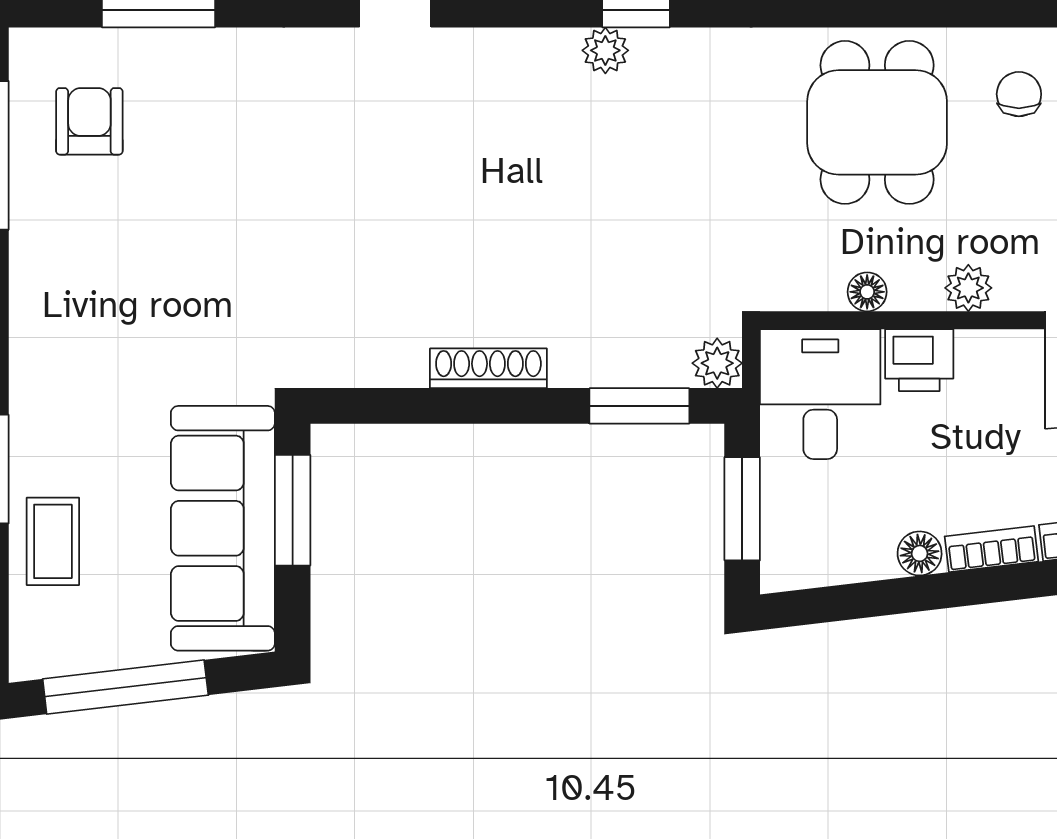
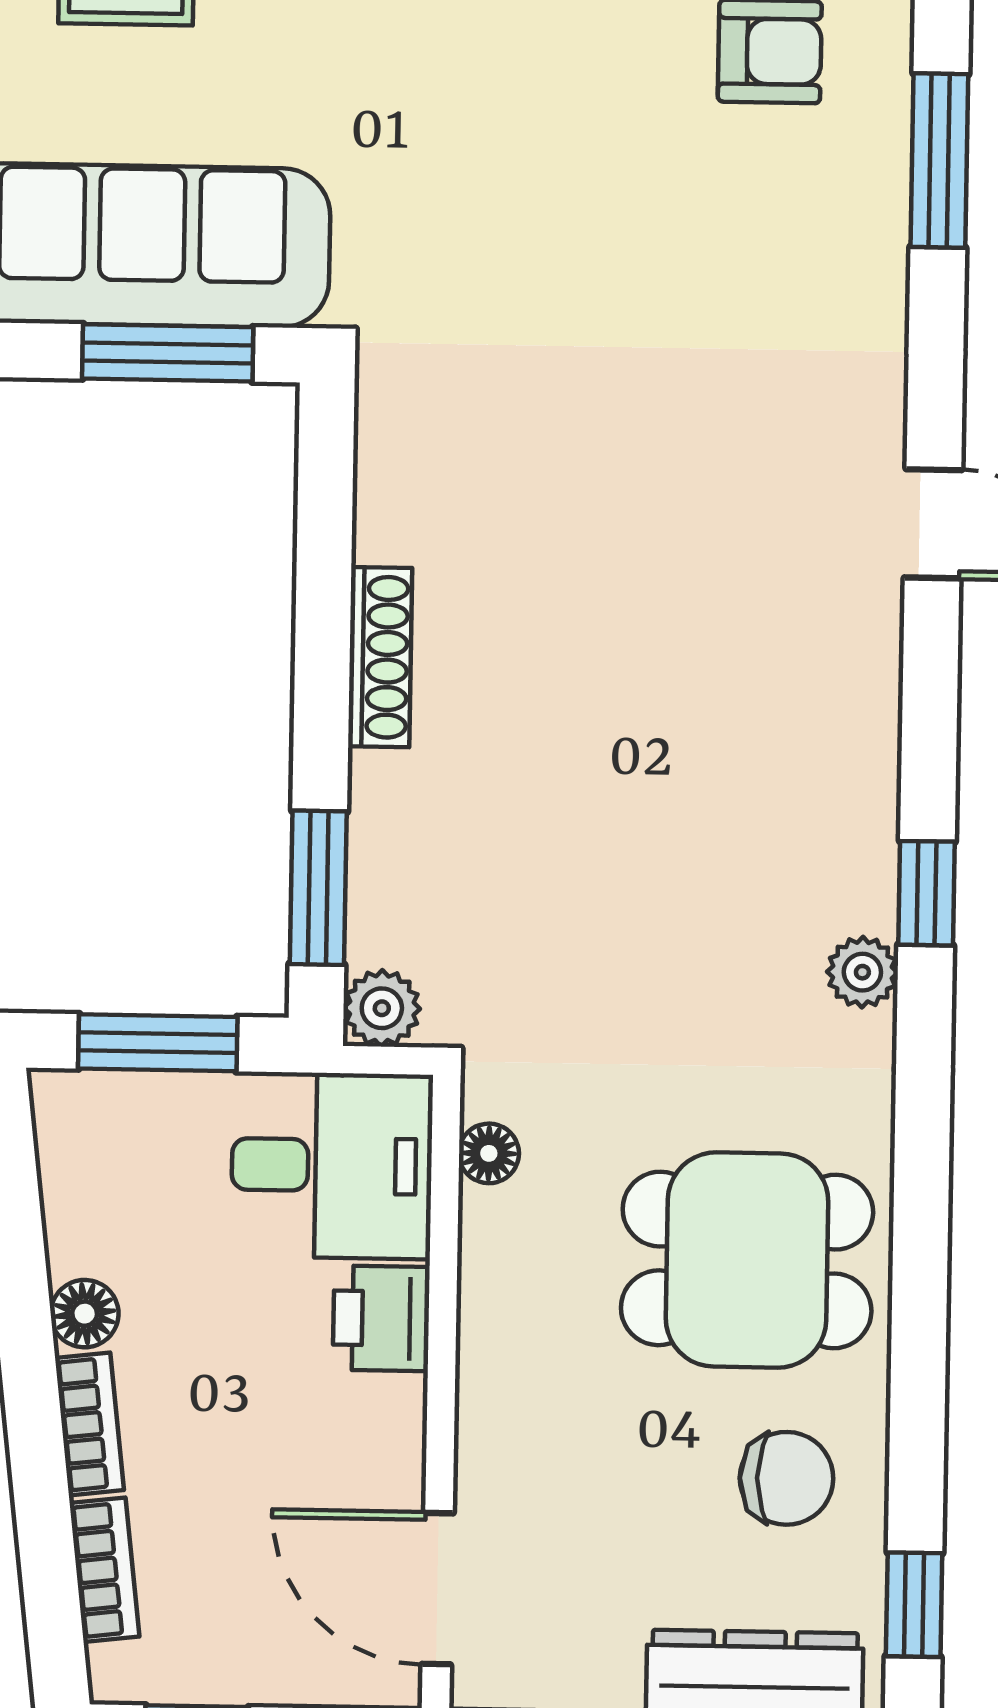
plant: (605, 50) -> (862, 972), moved
chair: (1019, 94) -> (787, 1478), width x1.37, depth x1.37
plant: (968, 288) -> (491, 1396), removed
floor lamp: (867, 292) -> (489, 1153), moved

